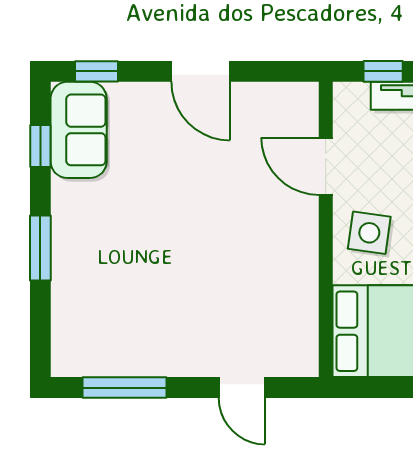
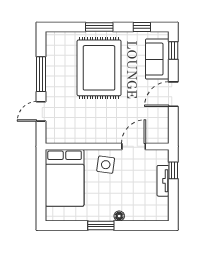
sofa: (79, 130) -> (157, 59), moved, turned 90
rug: (138, 249) -> (99, 68), added
window: (125, 388) -> (41, 74), moved

